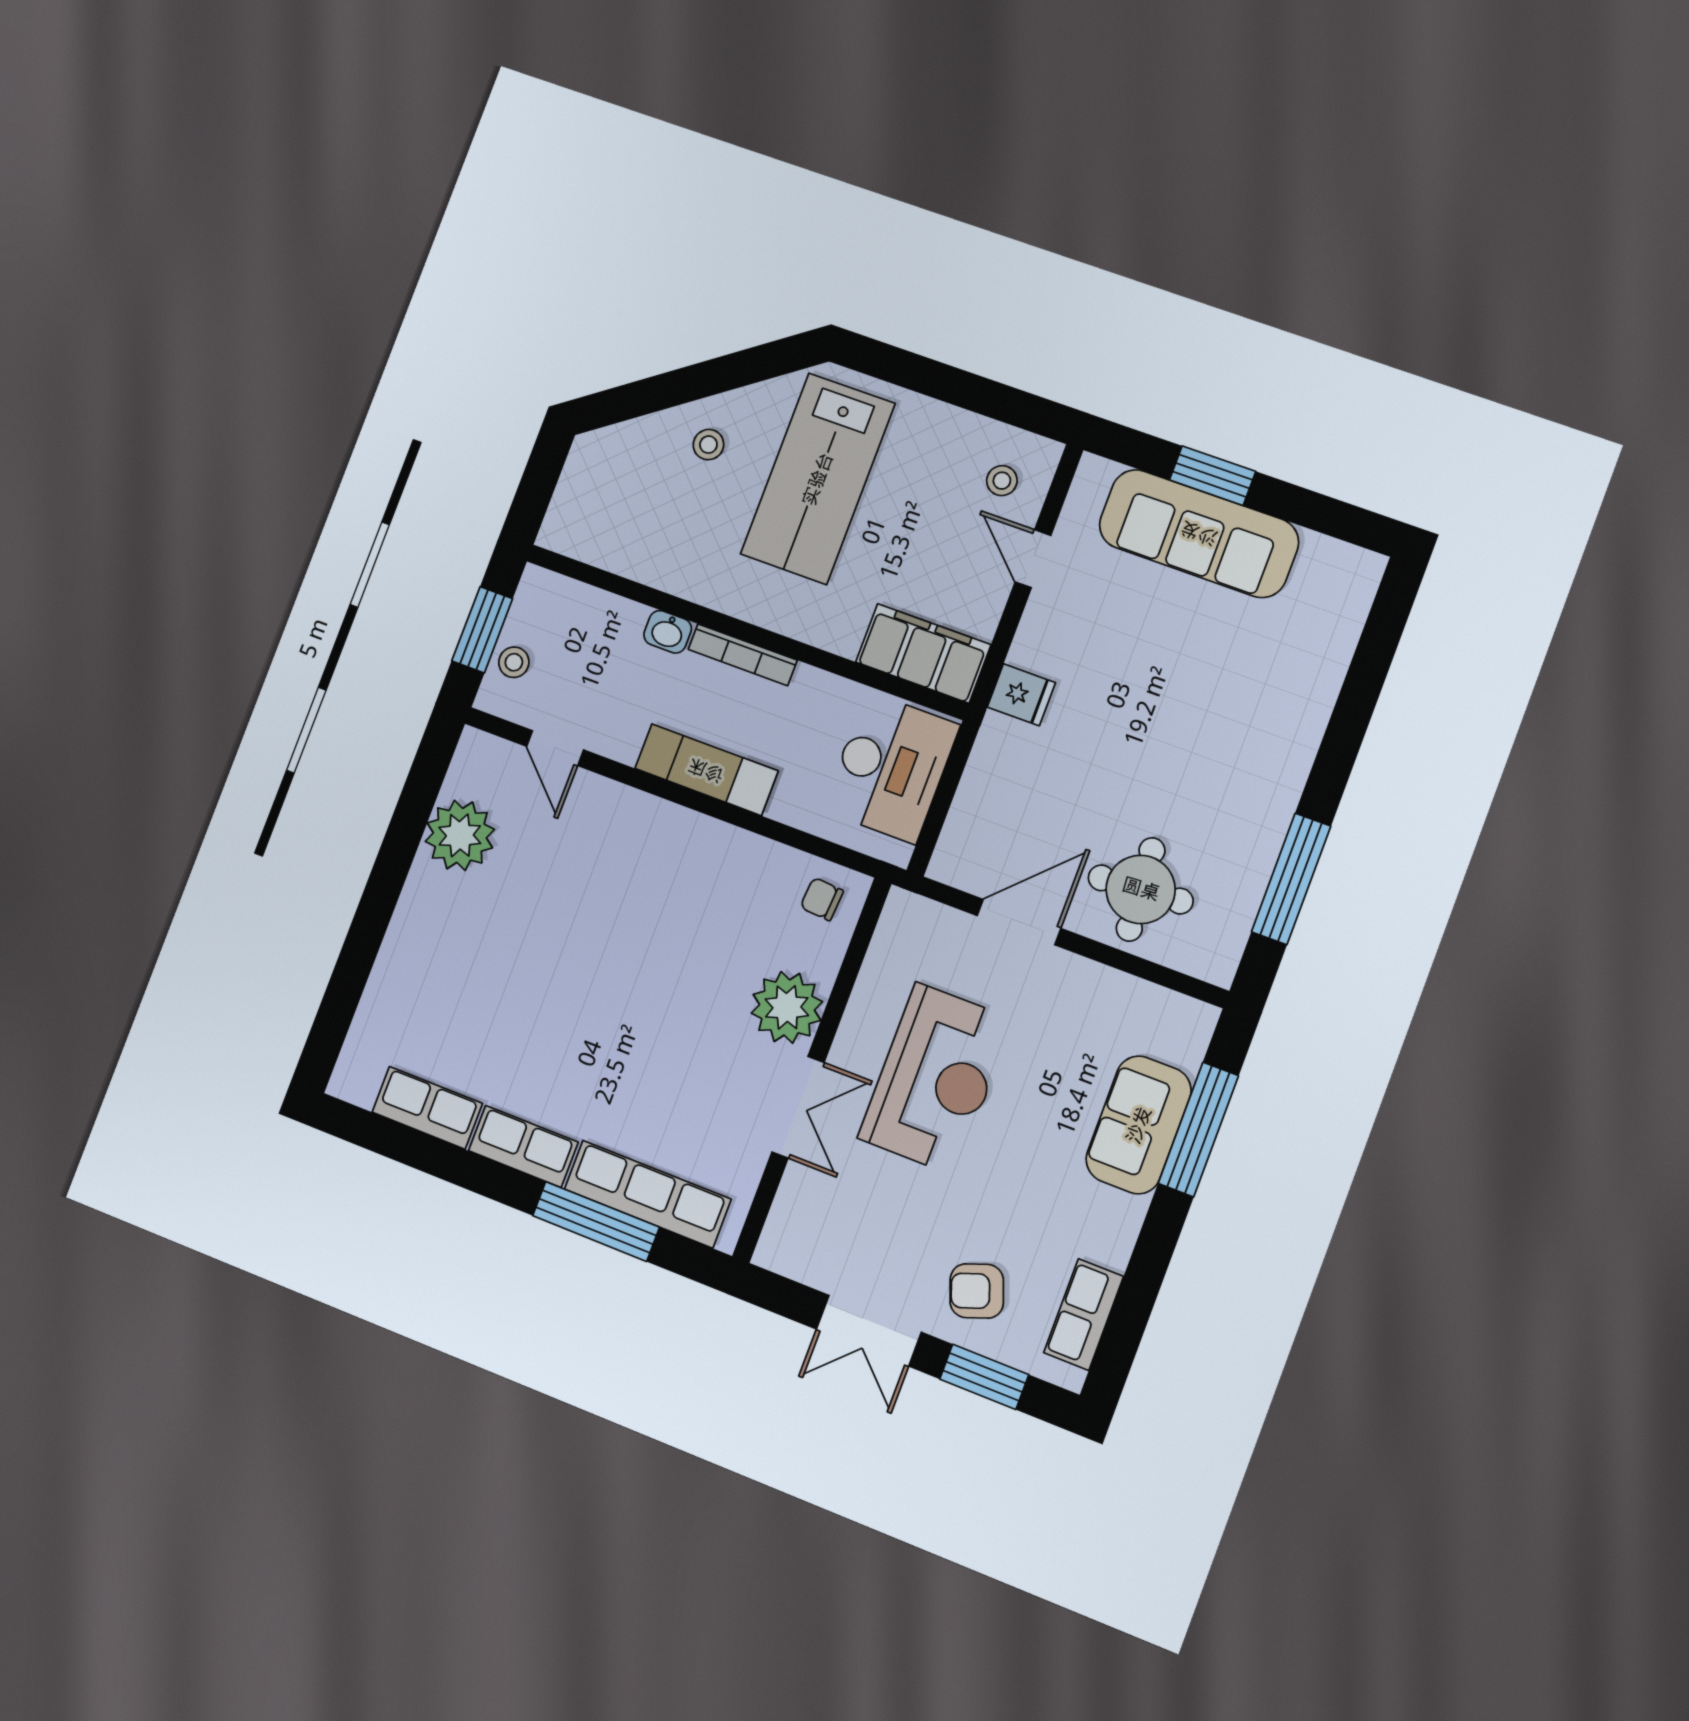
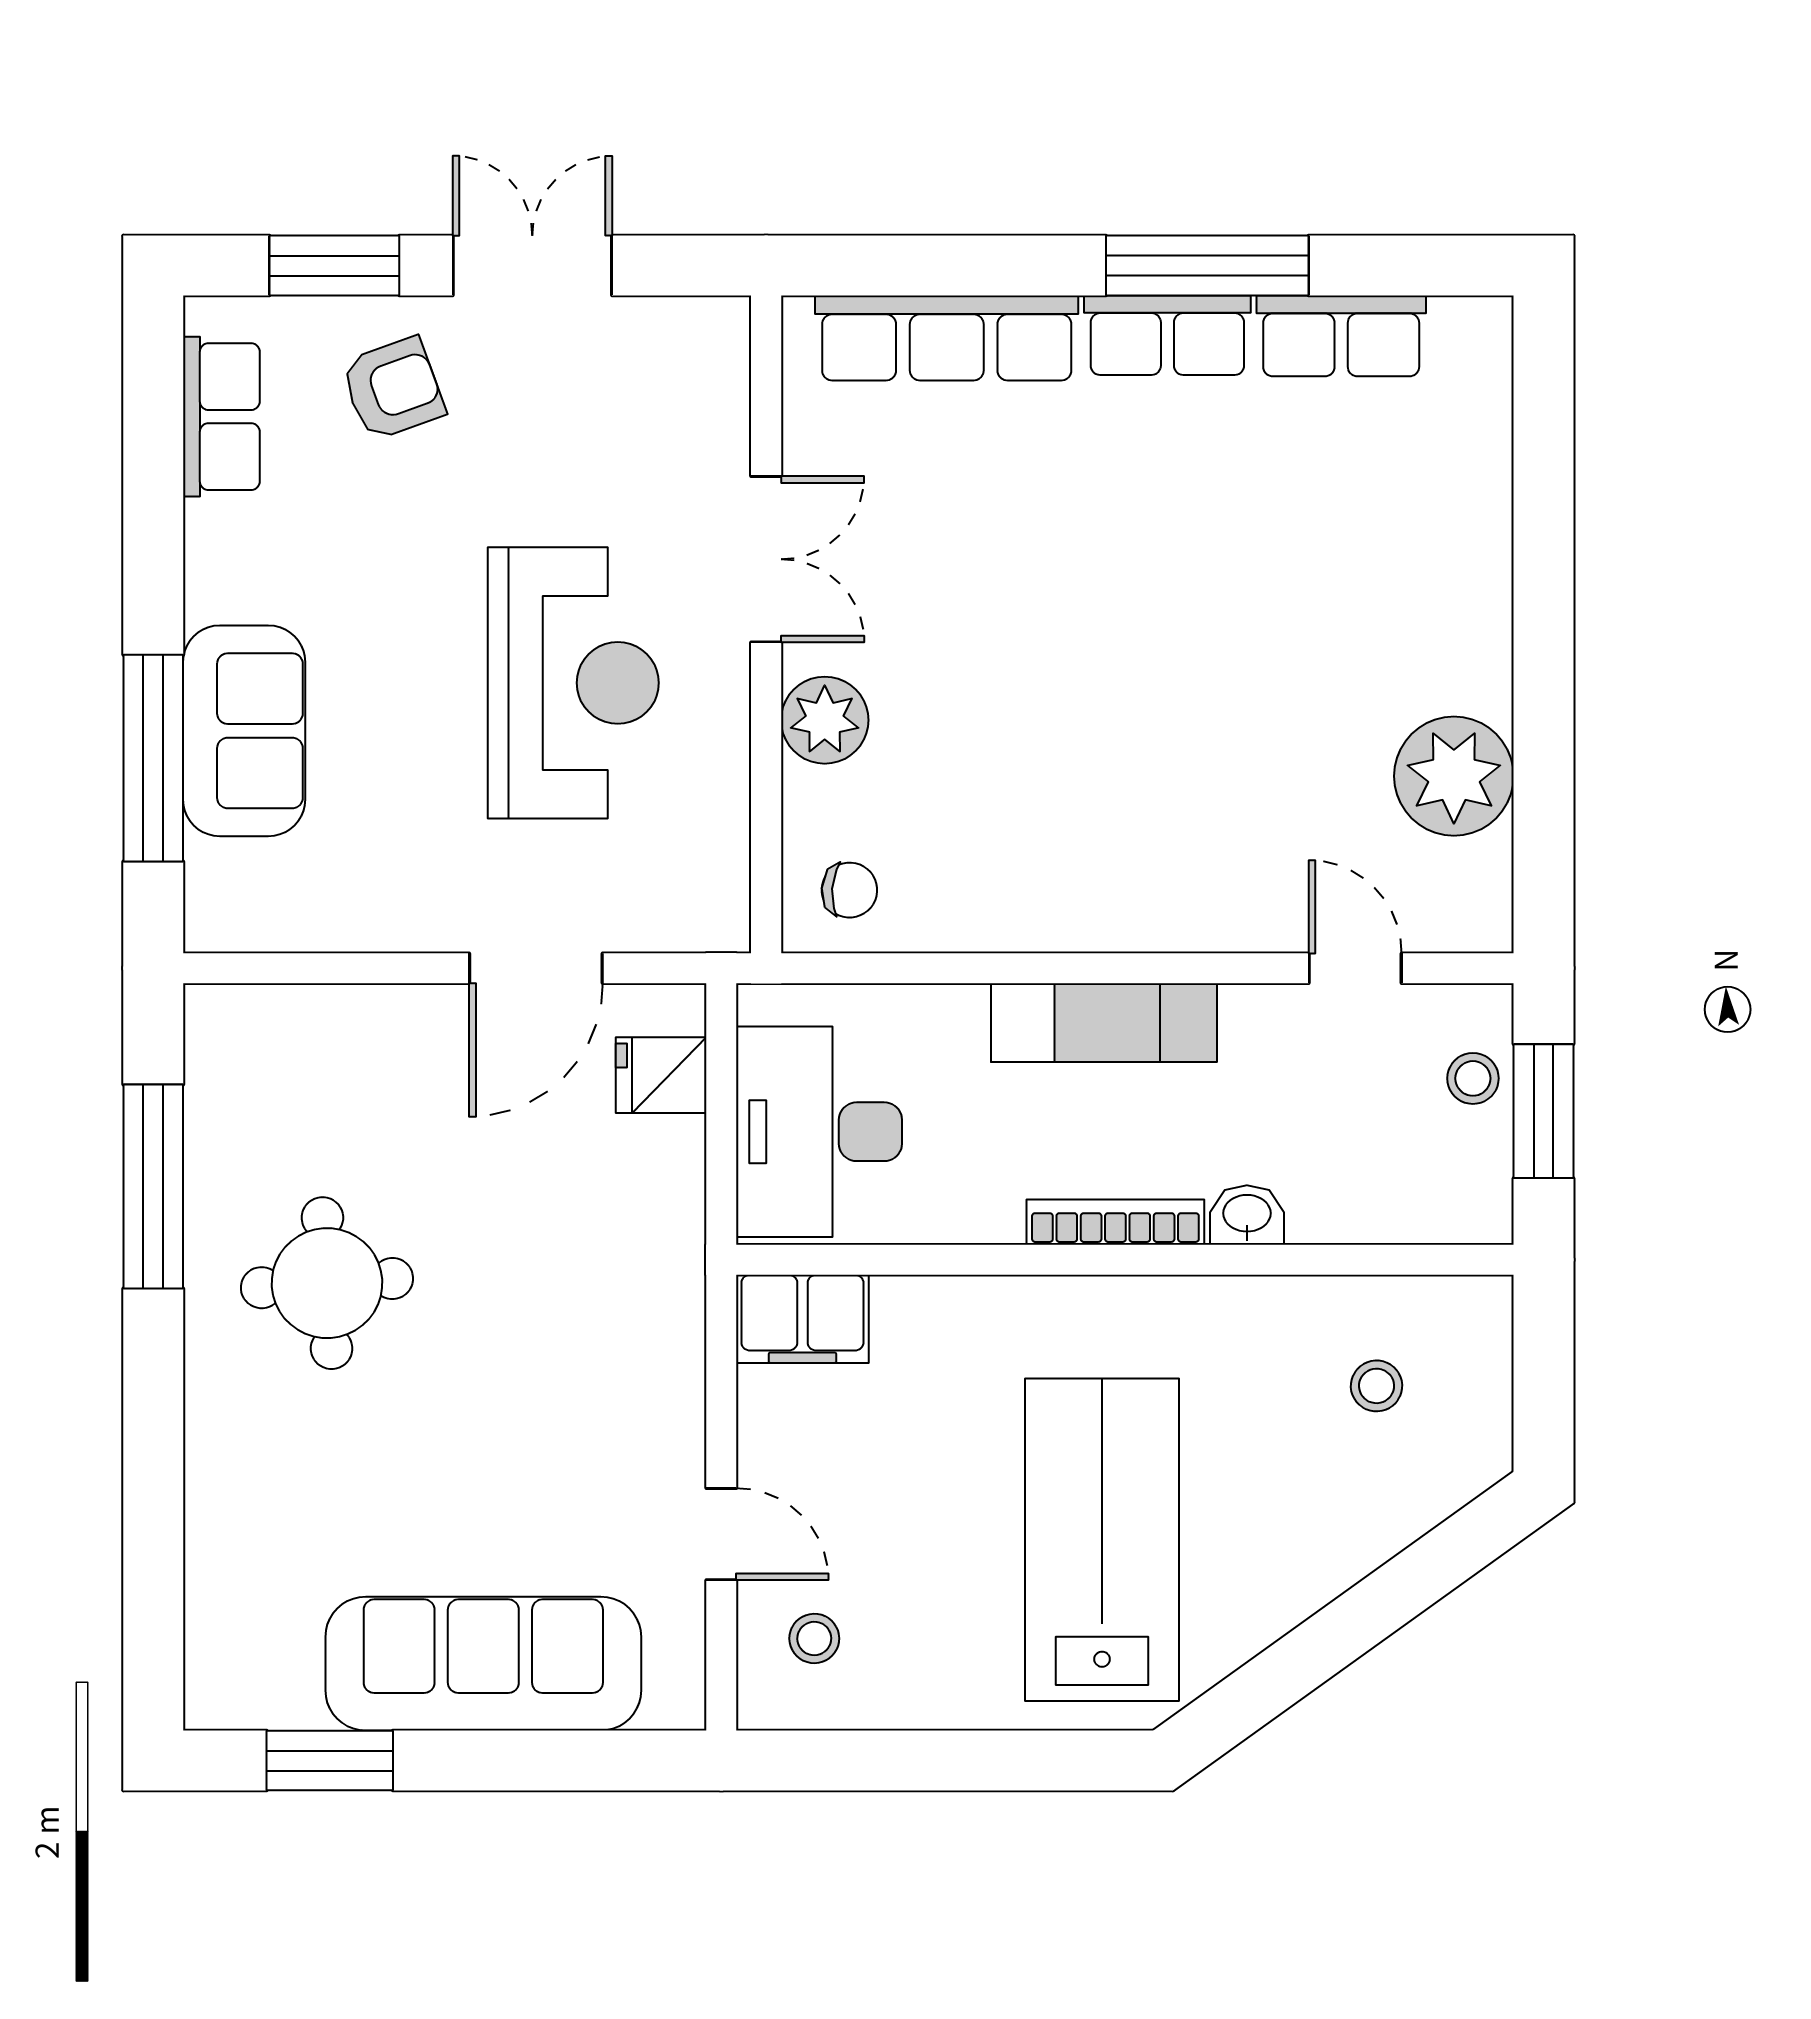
stool: (708, 445) -> (1377, 1386), moved
window: (1212, 476) -> (330, 1761), moved
filing cabinet: (923, 653) -> (802, 1319), width x0.67, depth x0.86
fridge: (1021, 695) -> (661, 1075), moved
round table: (1141, 889) -> (327, 1283), moved
plant: (787, 1007) -> (825, 720), width x0.73, depth x0.73
reception desk: (936, 1079) -> (573, 683), turned 180
double door: (798, 1107) -> (766, 559), swing flipped
window: (596, 1221) -> (1207, 266), moved

